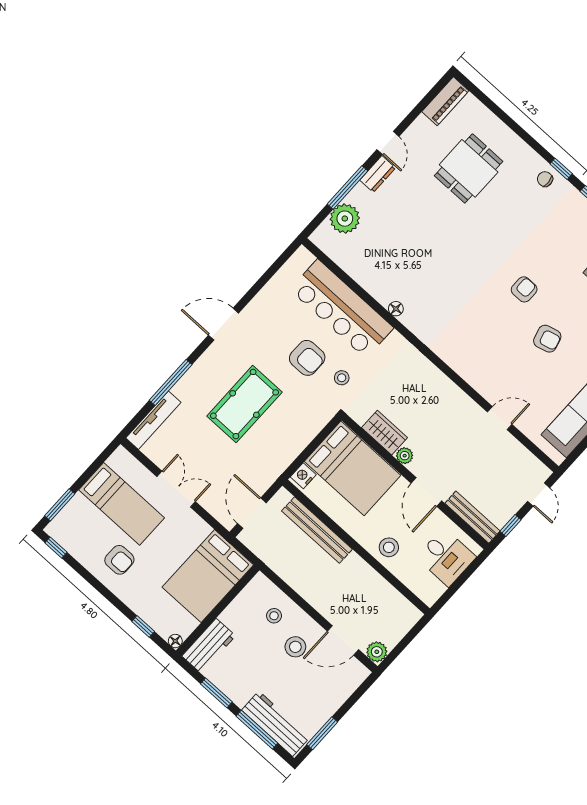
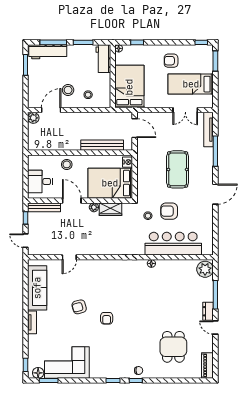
plant: (345, 219) -> (205, 269), moved
double door: (176, 489) -> (185, 110), moved

